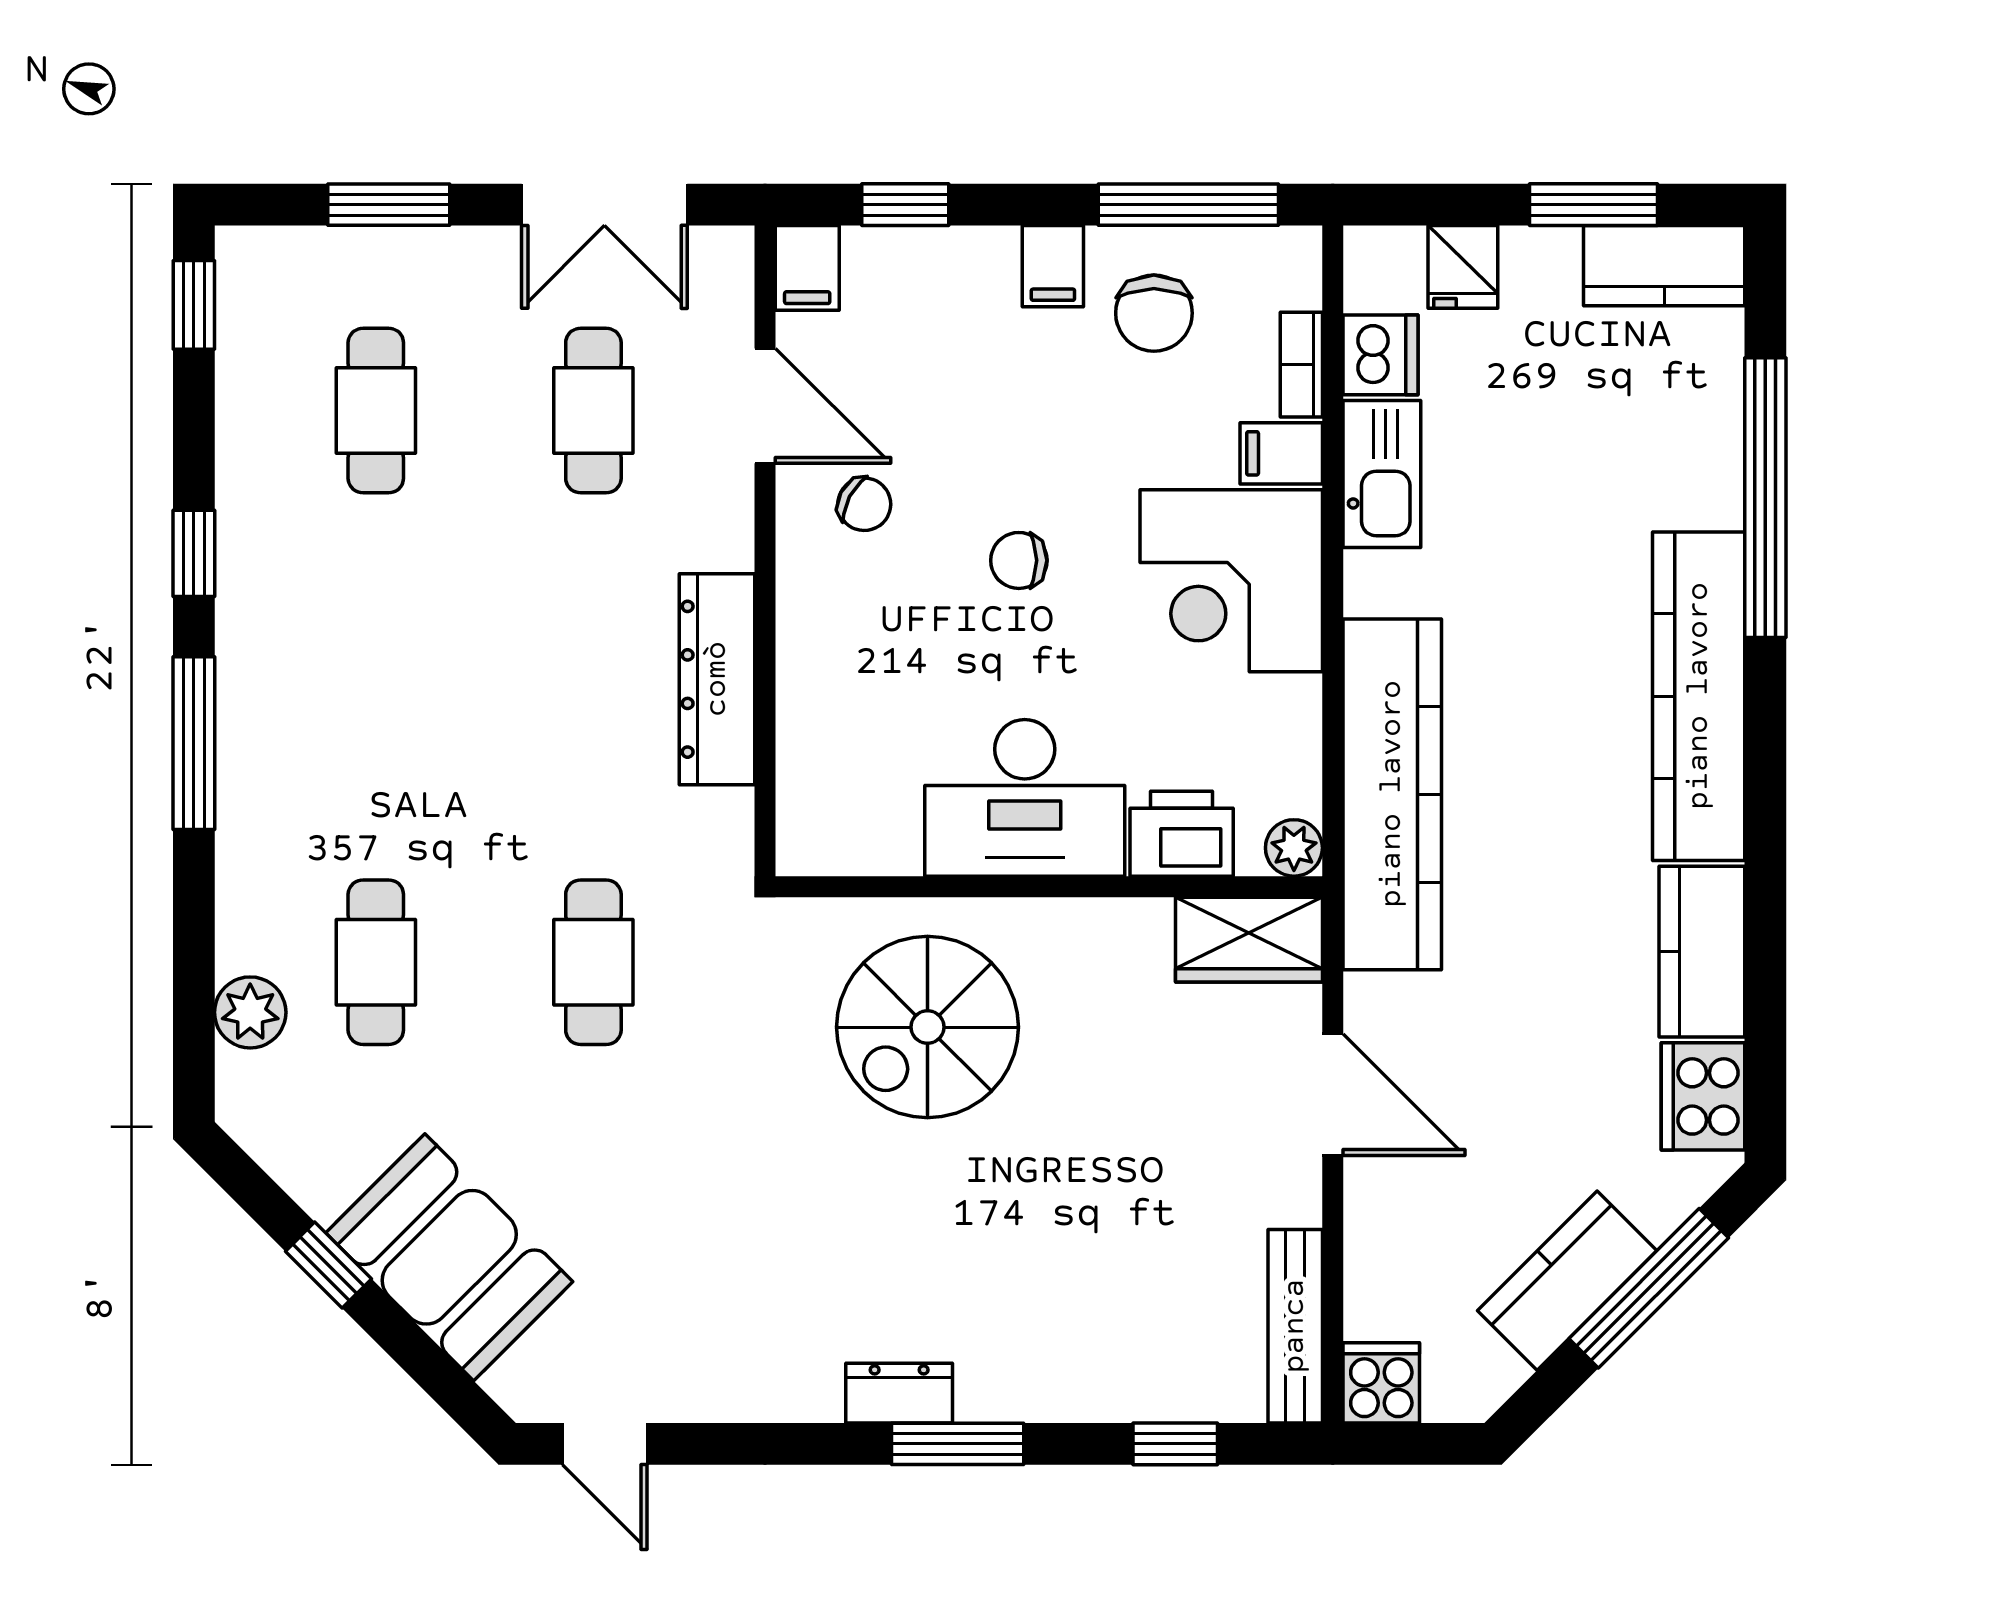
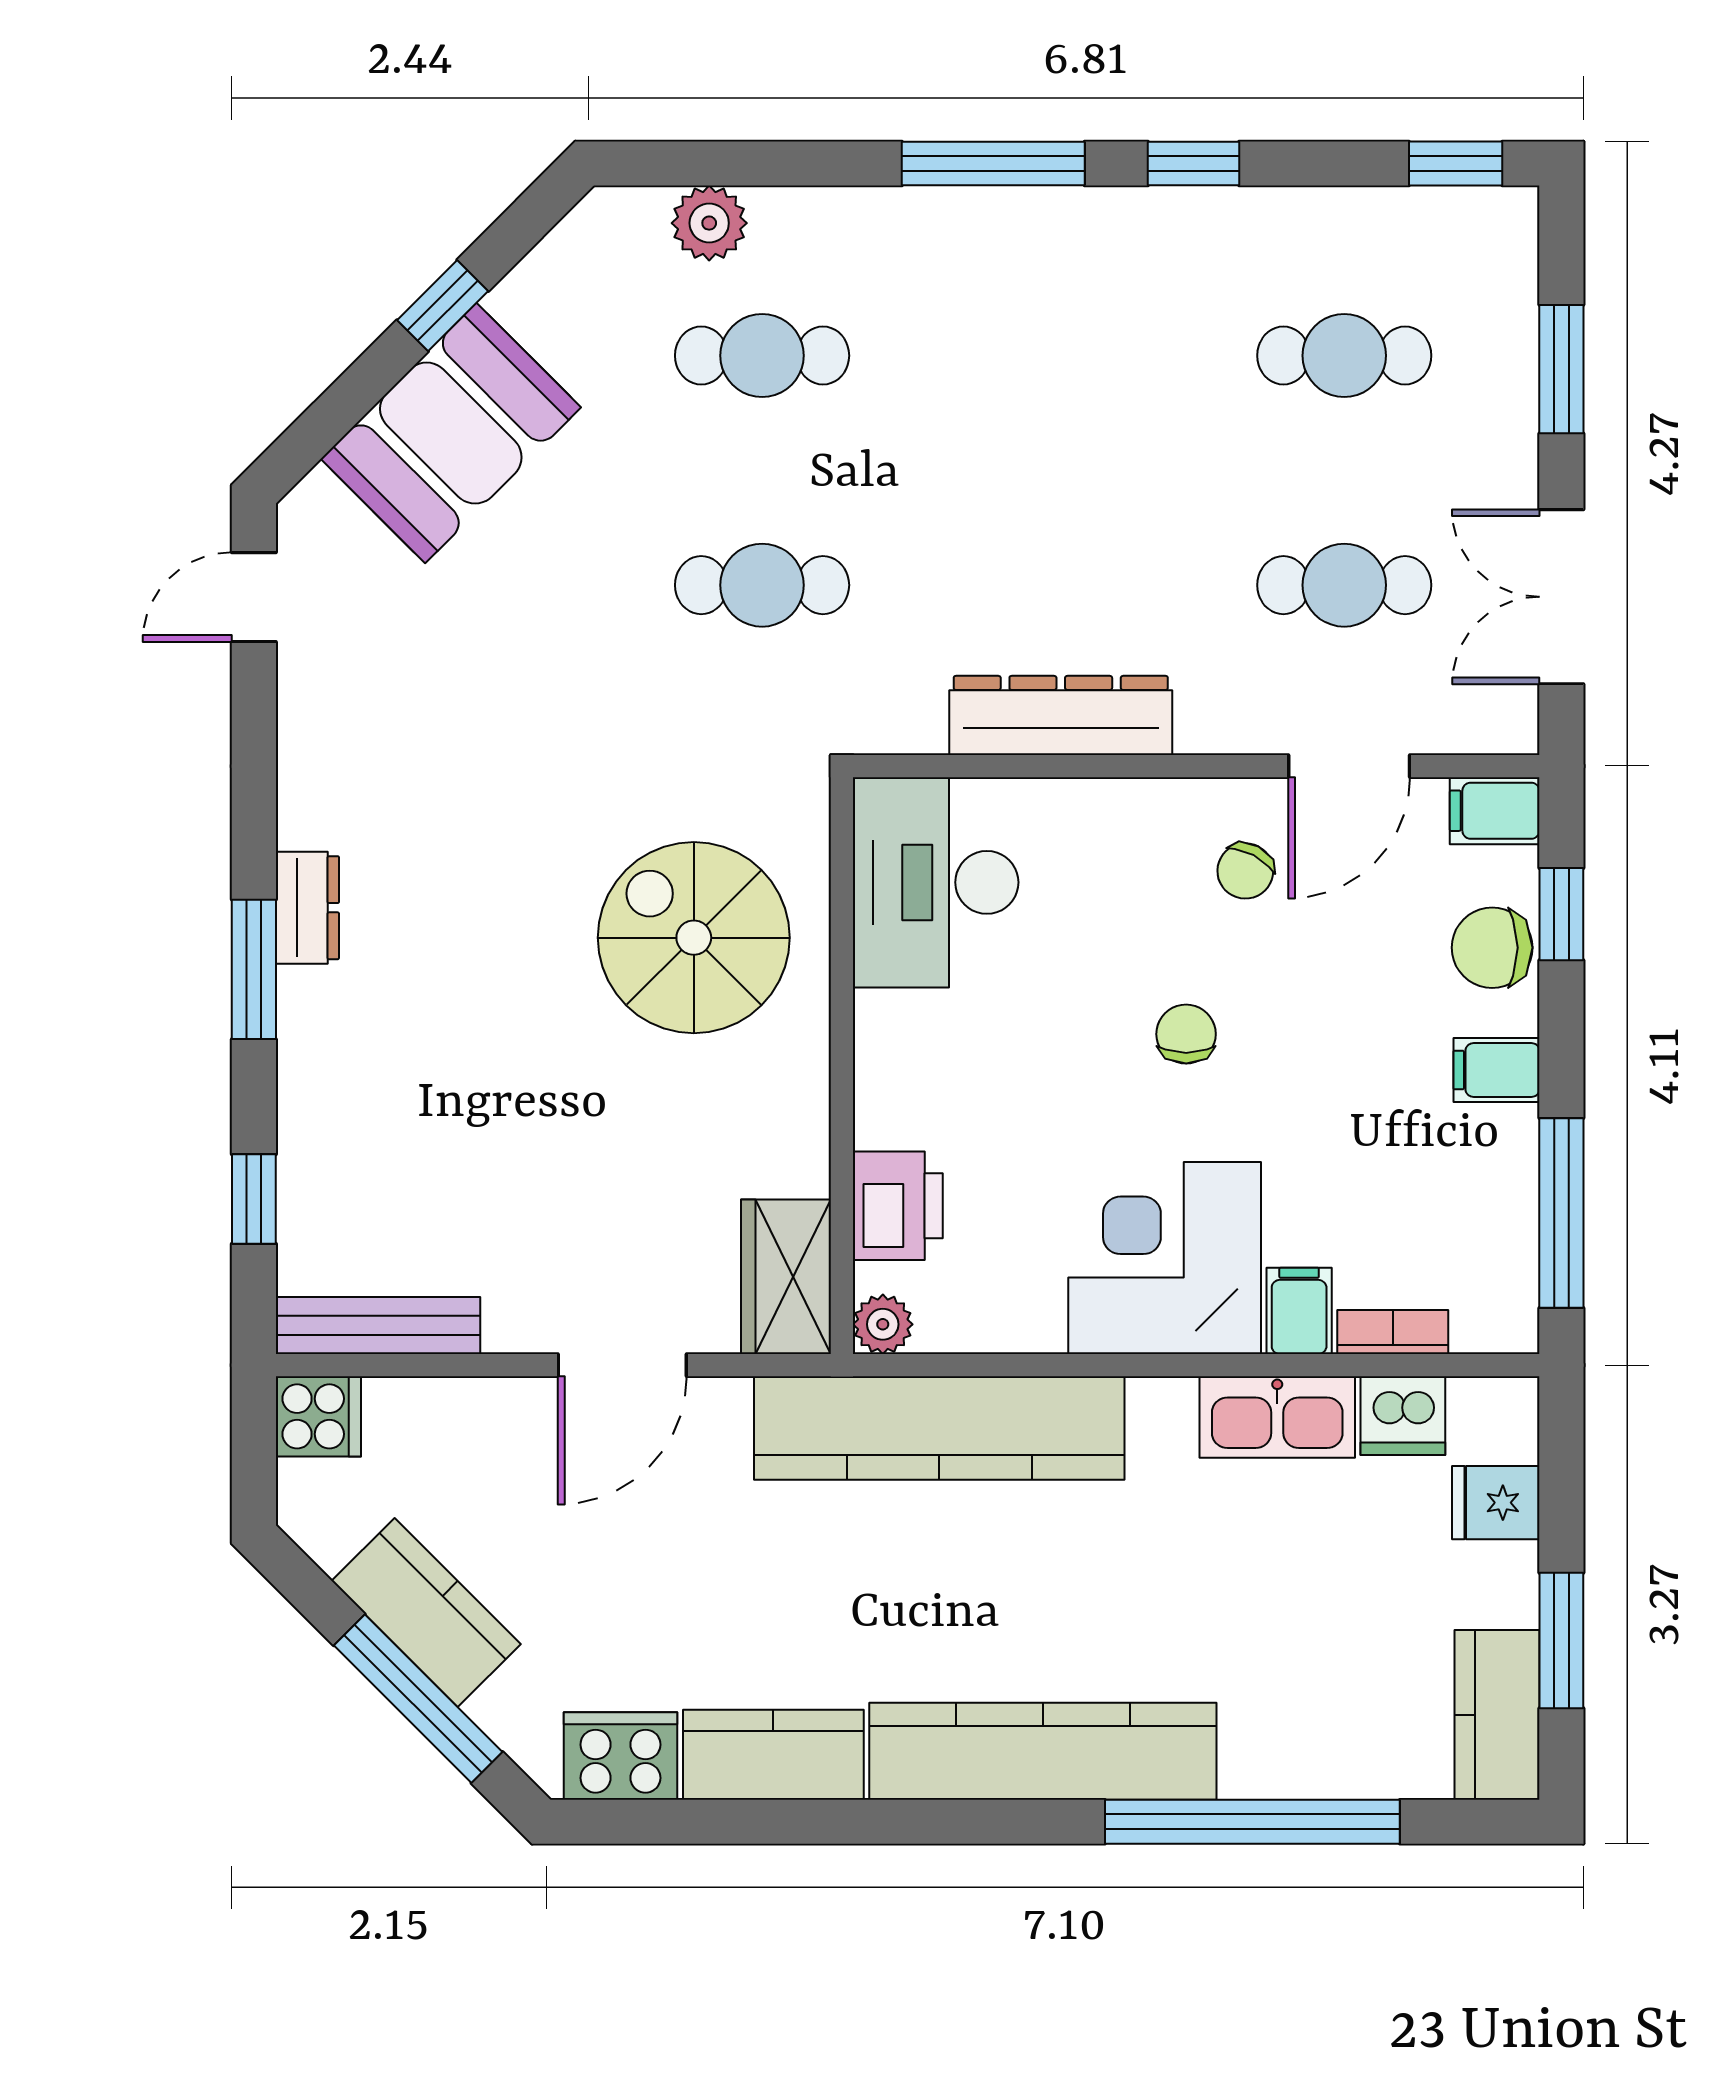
chair: (1154, 313) -> (1492, 948), moved
desk: (1025, 798) -> (936, 882), moved

